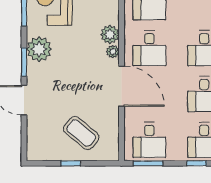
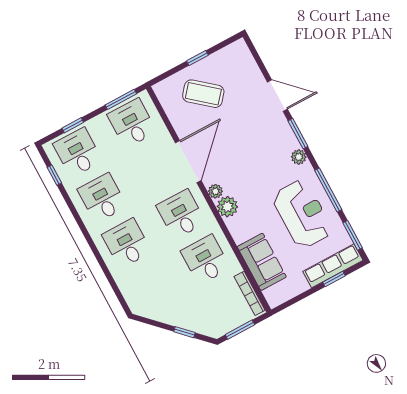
plant: (39, 49) -> (299, 157), width x0.53, depth x0.53
door: (122, 86) -> (188, 162), swing flipped

